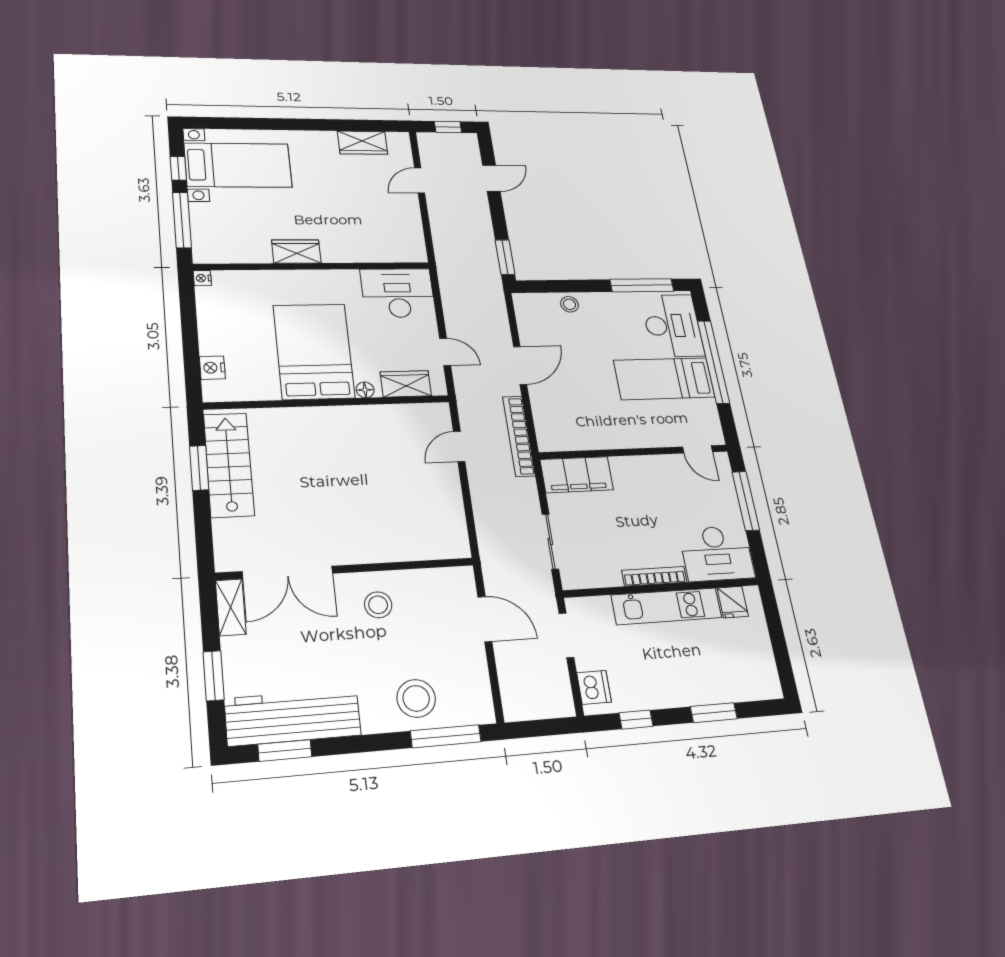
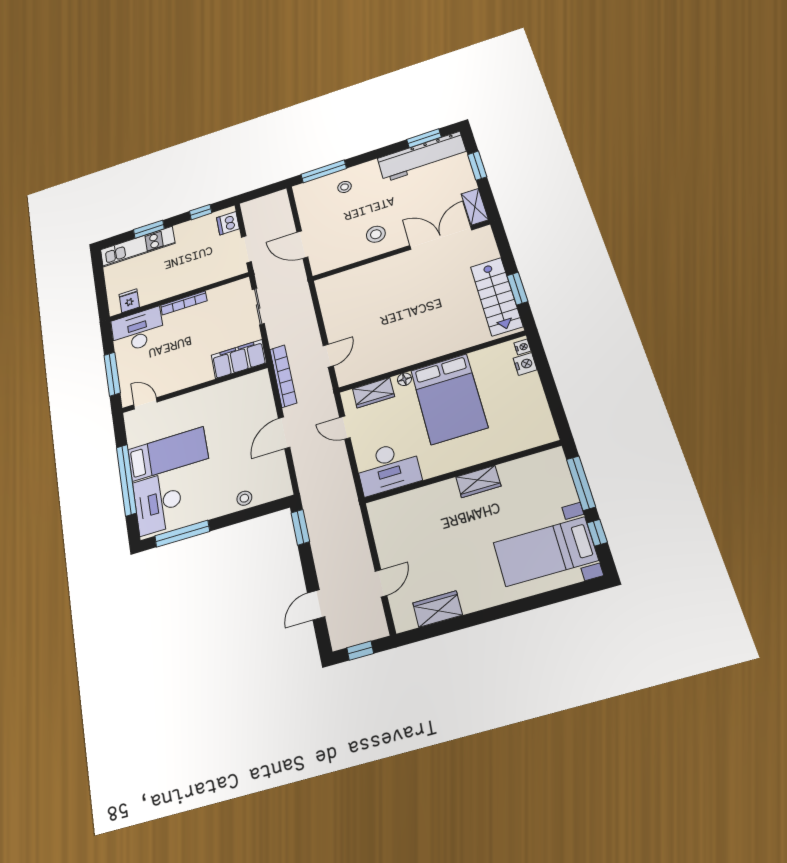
nightstand: (202, 278) -> (523, 347), moved
kitchen unit: (667, 606) -> (138, 247), moved, turned 180
stool: (416, 698) -> (345, 187), width x0.53, depth x0.53

